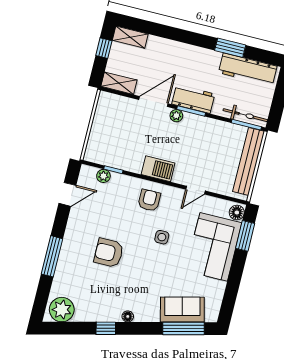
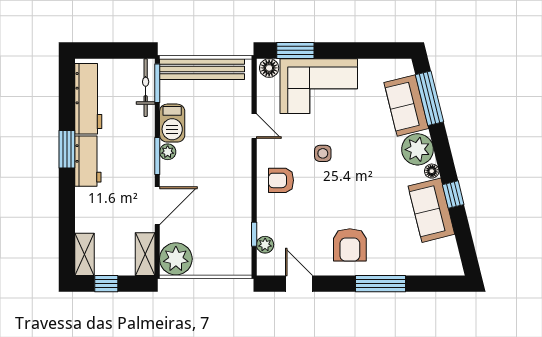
window: (230, 48) -> (67, 149), moved
workbench: (193, 99) -> (88, 161), moved, turned 180
door: (153, 102) -> (157, 206), swing flipped
plant: (110, 106) -> (176, 259), added
plant: (176, 116) -> (168, 152), moved
barbecue: (158, 169) -> (172, 123), moved, turned 180
armchair: (109, 253) -> (350, 245), moved
sofa: (98, 309) -> (431, 210), added
plant: (62, 310) -> (417, 149), moved

